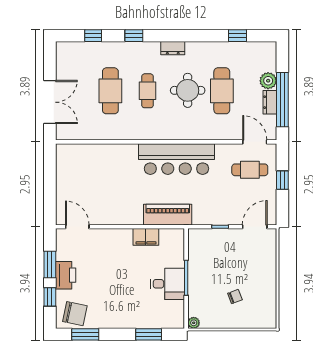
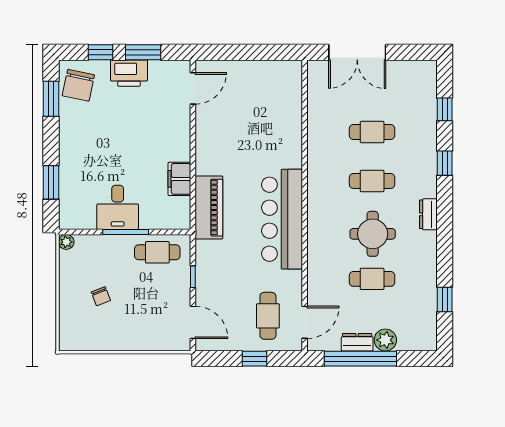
cafe table: (110, 91) -> (372, 132), width x0.73, depth x0.74
cafe table: (222, 91) -> (372, 279), width x0.73, depth x0.74
cafe table: (202, 254) -> (157, 252), added

